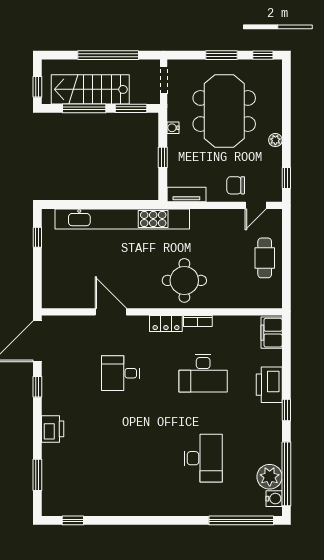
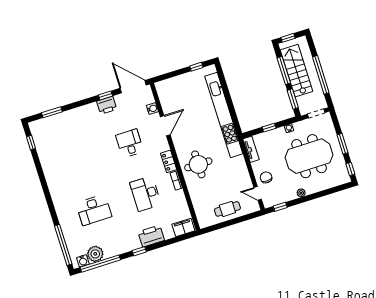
water cooler: (79, 323) -> (152, 109), added
printer: (53, 429) -> (107, 105), moved

